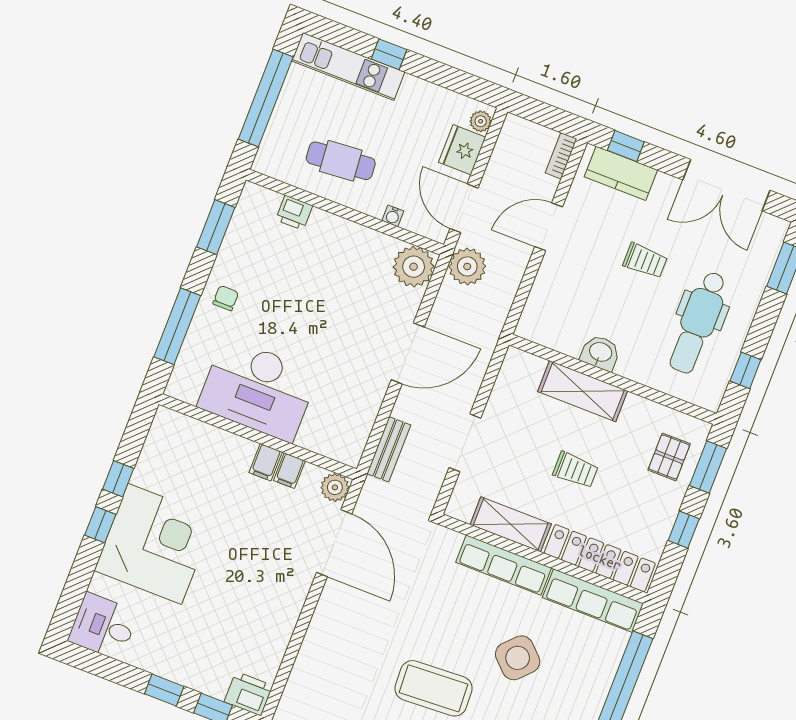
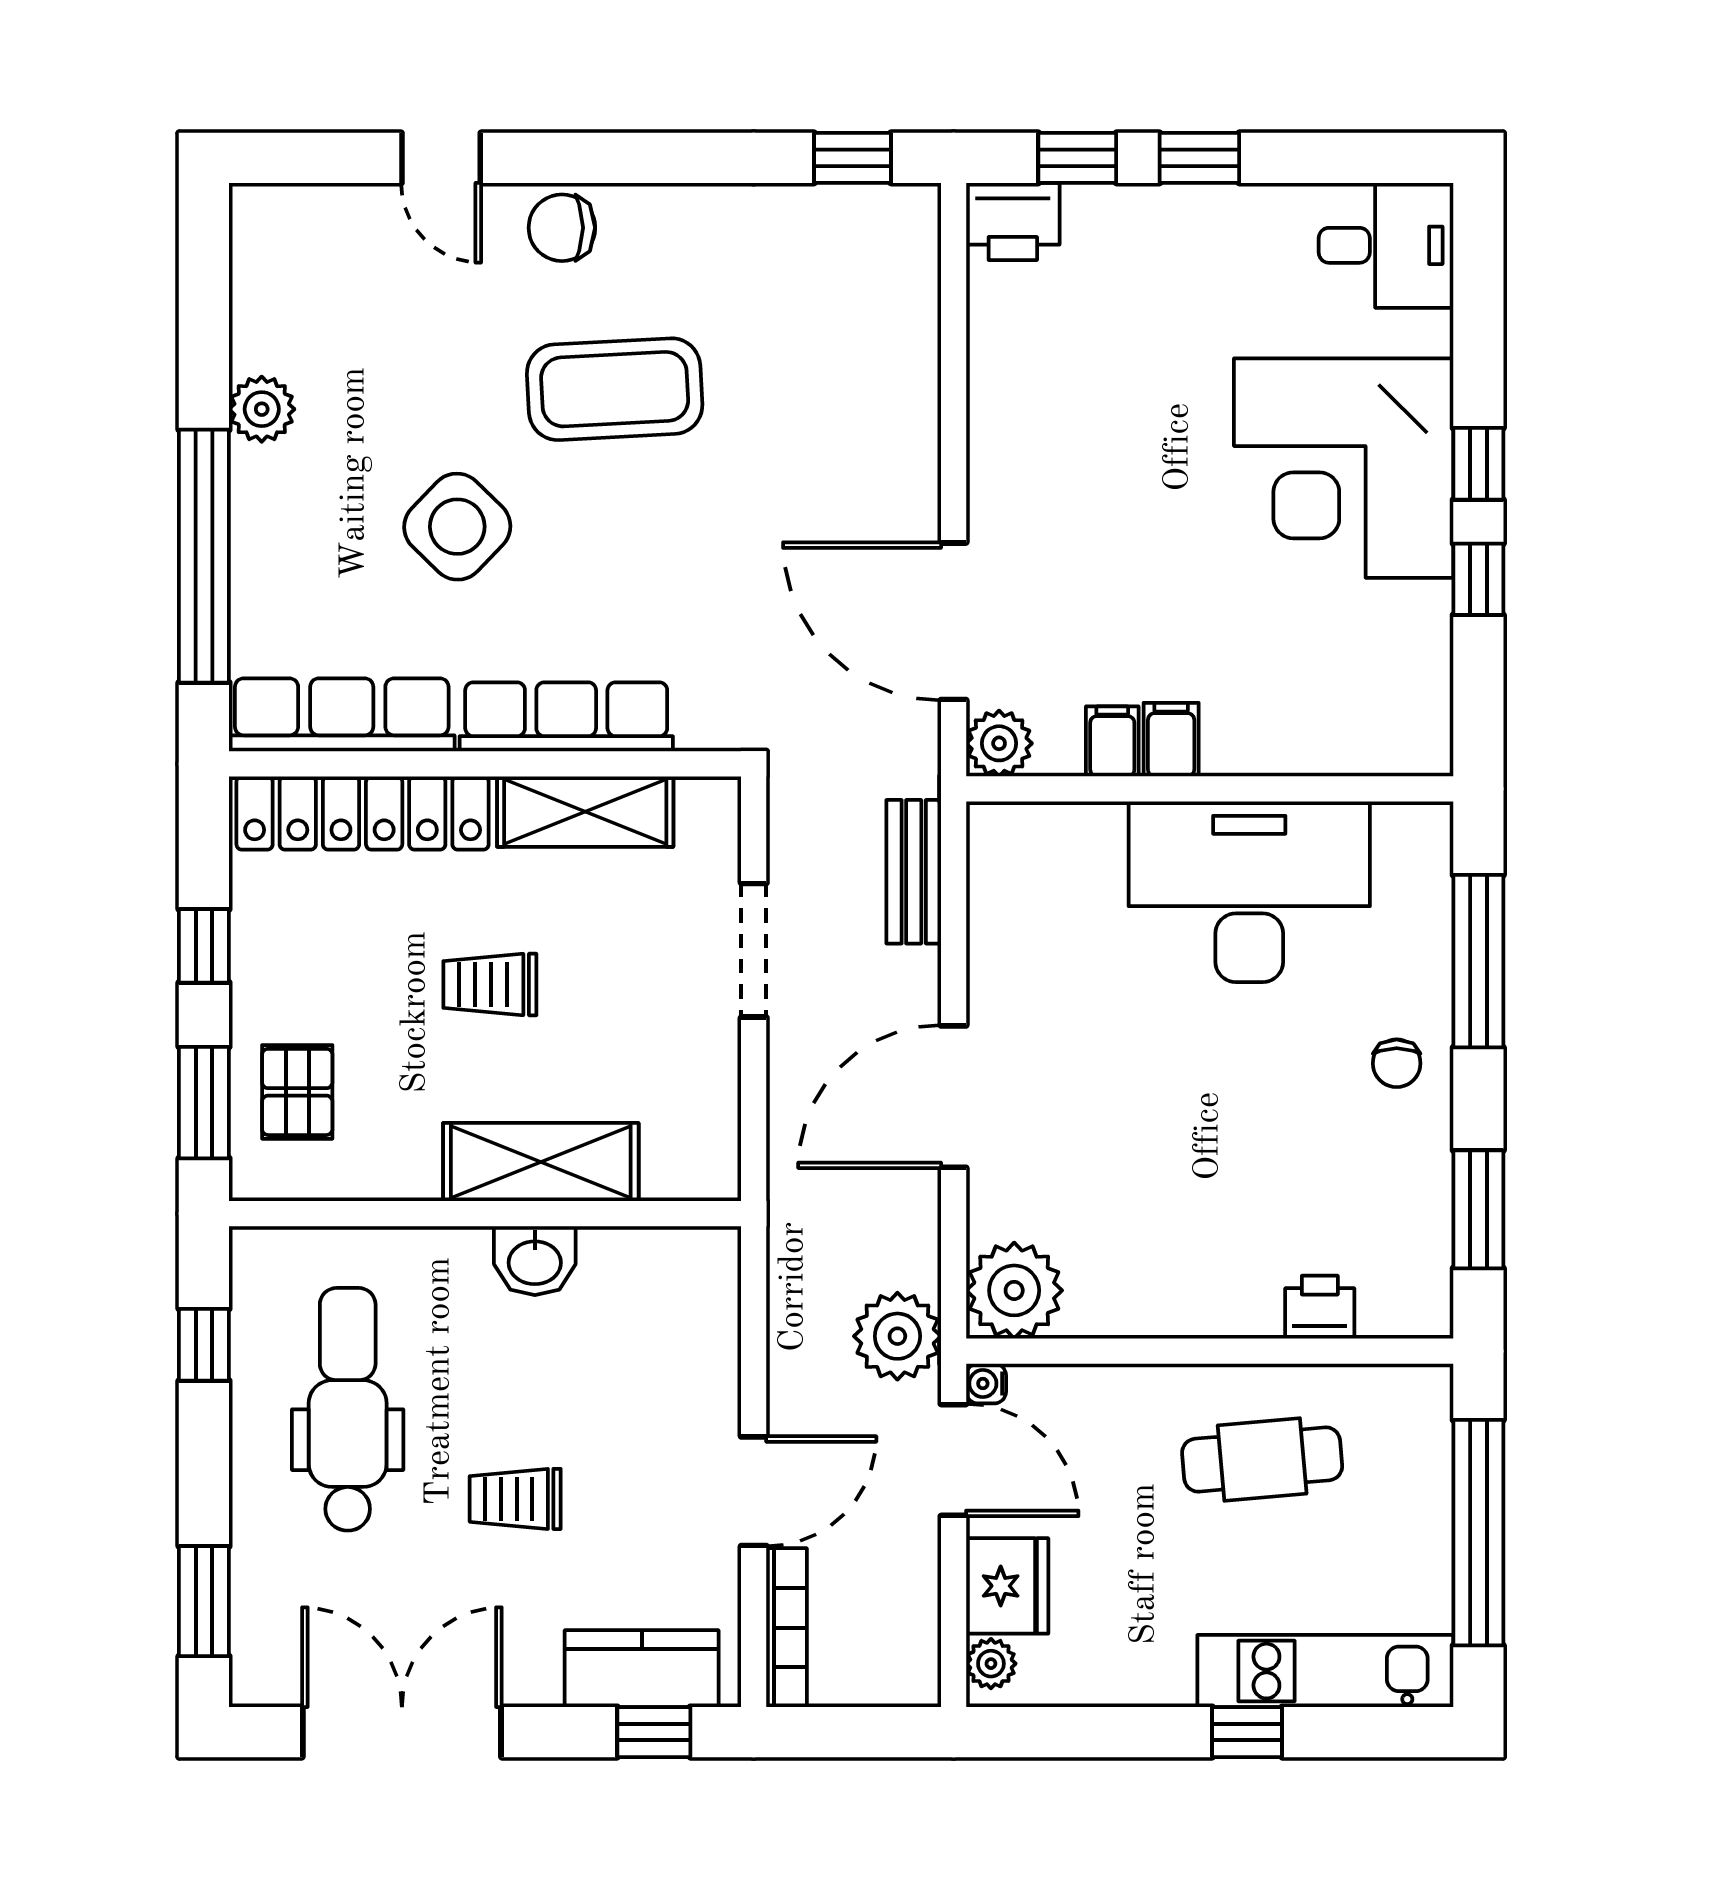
bookcase: (561, 156) -> (787, 1628), width x1.56
water cooler: (393, 216) -> (986, 1384), moved, turned -90

